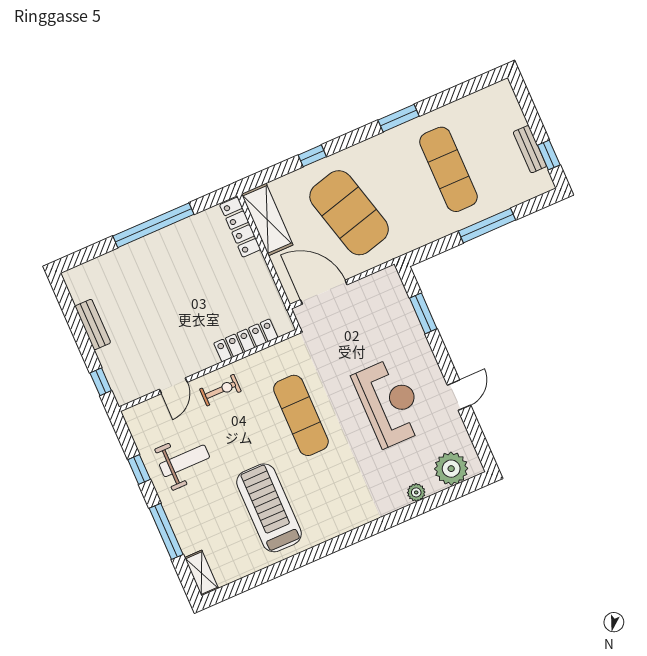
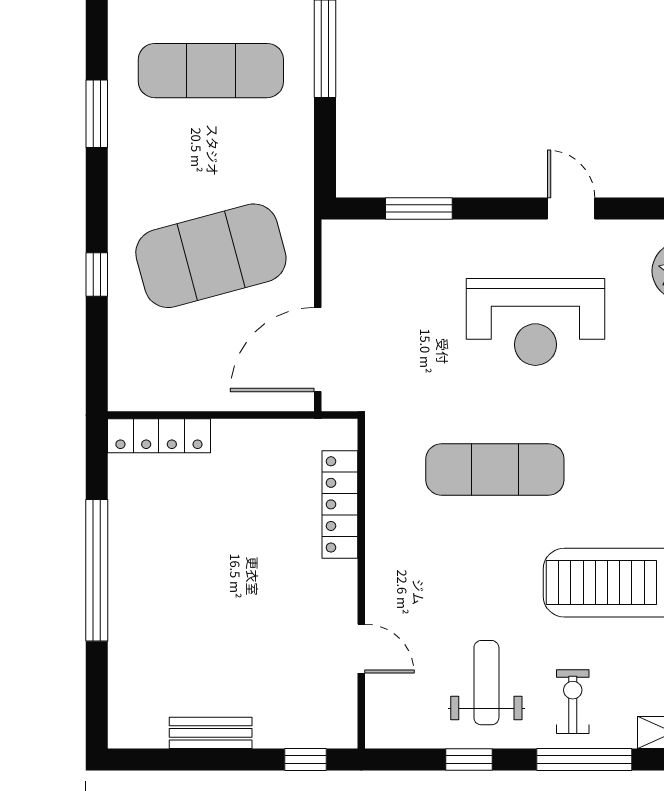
shelving: (267, 219) -> (165, 388), removed
exercise bike: (220, 390) -> (573, 702), moved
reception desk: (390, 403) -> (535, 322), turned 180

